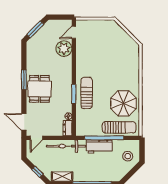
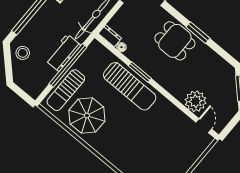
sun lounger: (87, 93) -> (130, 86), width x1.36, depth x1.34
stool: (128, 156) -> (23, 53), moved

